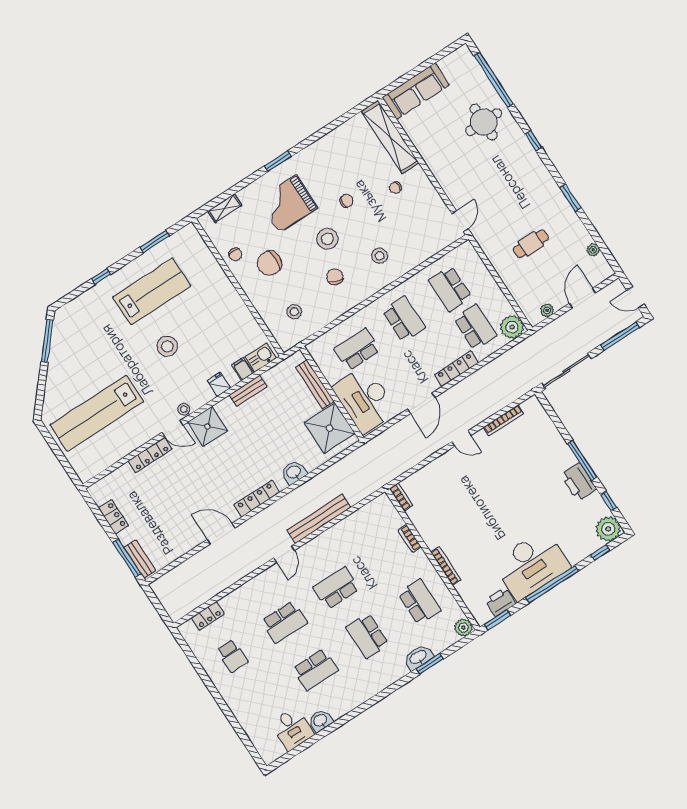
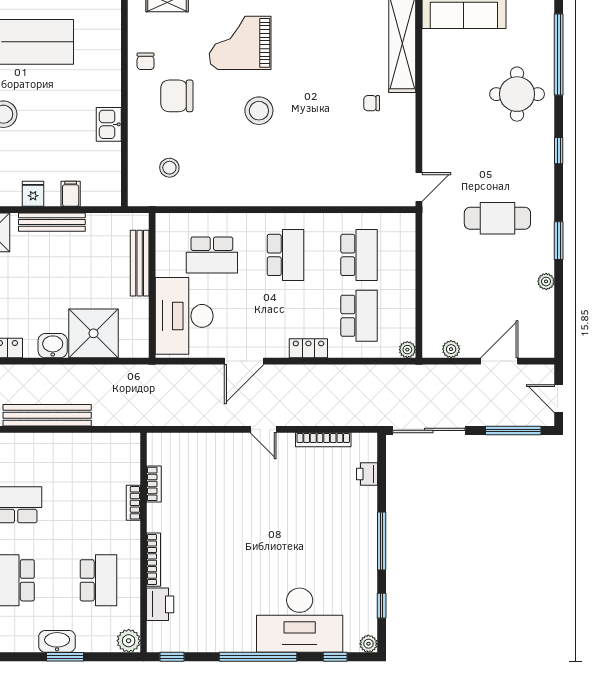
chair: (346, 201) -> (308, 82), removed
cafe table: (531, 244) -> (497, 218), moved, width x1.37, depth x1.35
plant: (593, 250) -> (546, 281), moved
stool: (379, 256) -> (305, 167), removed
chair: (335, 277) -> (240, 158), removed
school desk: (450, 289) -> (359, 255), turned 180
plant: (512, 327) -> (407, 350), width x0.53, depth x0.53
school desk: (357, 349) -> (212, 255), turned 180
kitchen sink: (261, 357) -> (109, 124), moved, turned -90
locker: (457, 369) -> (308, 348), width x0.66
bench: (248, 391) -> (52, 222), width x1.36
shower: (330, 428) -> (93, 333), moved
printer: (579, 482) -> (367, 474), moved, width x0.53, depth x0.68
bookcase: (401, 497) -> (154, 484), moved
plant: (608, 529) -> (368, 644), width x0.53, depth x0.53
desk: (531, 565) -> (300, 620), moved
printer: (500, 602) -> (160, 604), moved, turned 90
window: (497, 620) -> (172, 657), width x0.67

